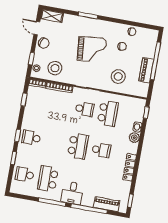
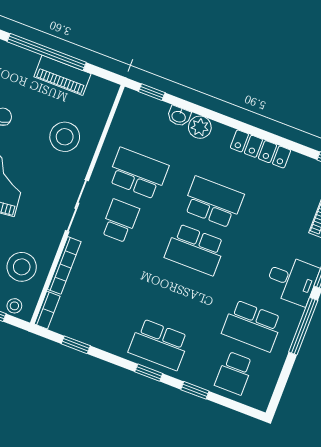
school desk: (31, 138) -> (159, 344), width x1.85
school desk: (78, 146) -> (195, 250), turned 180
school desk: (101, 150) -> (213, 202), width x1.85

